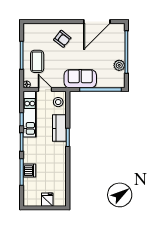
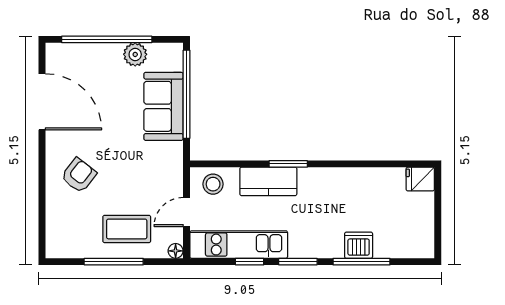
sofa: (80, 79) -> (164, 106), moved
fridge: (47, 200) -> (420, 179), moved

